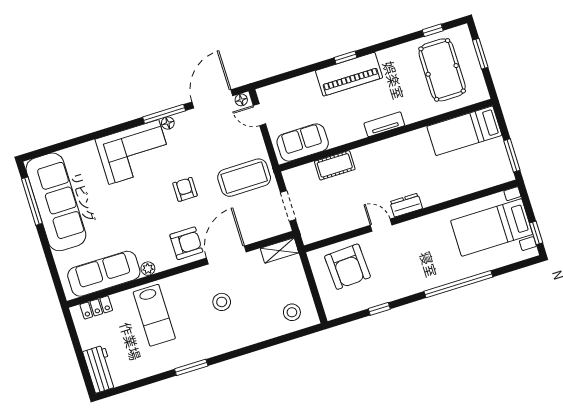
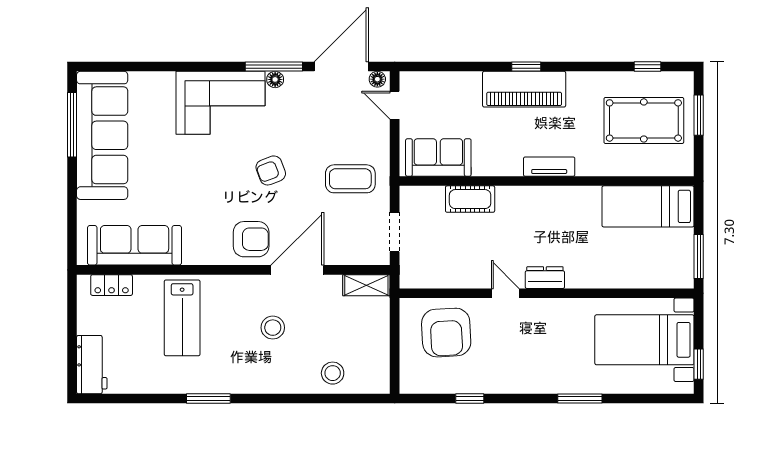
pool table: (442, 70) -> (644, 120), turned 90
coffee table: (244, 178) -> (350, 179), width x0.73, depth x0.76
armchair: (185, 189) -> (271, 170), turned -111
plant: (148, 269) -> (192, 256), removed
window: (458, 284) -> (580, 398), width x0.47
stool: (292, 312) -> (333, 373), moved

